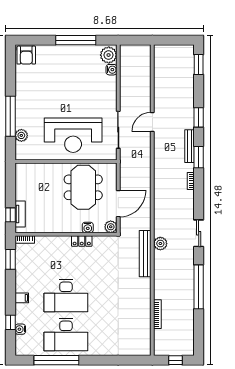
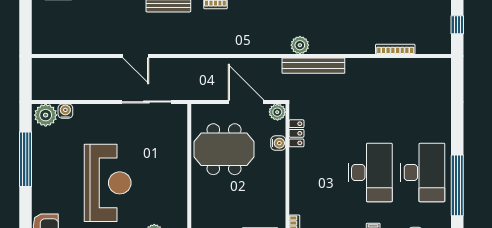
reception desk: (73, 135) -> (108, 183), moved
locker: (82, 241) -> (296, 133), moved

